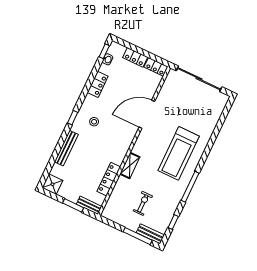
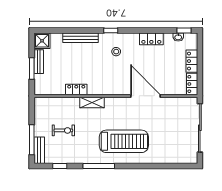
treadmill: (179, 153) -> (124, 141), turned 180
locker: (109, 179) -> (76, 89), width x0.66
bench: (89, 205) -> (39, 62), moved

